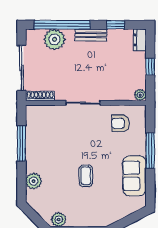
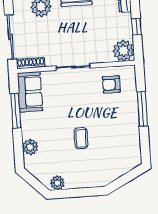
plant: (140, 95) -> (123, 51), width x1.87, depth x1.87
sofa: (134, 176) -> (30, 92), moved, turned 180

